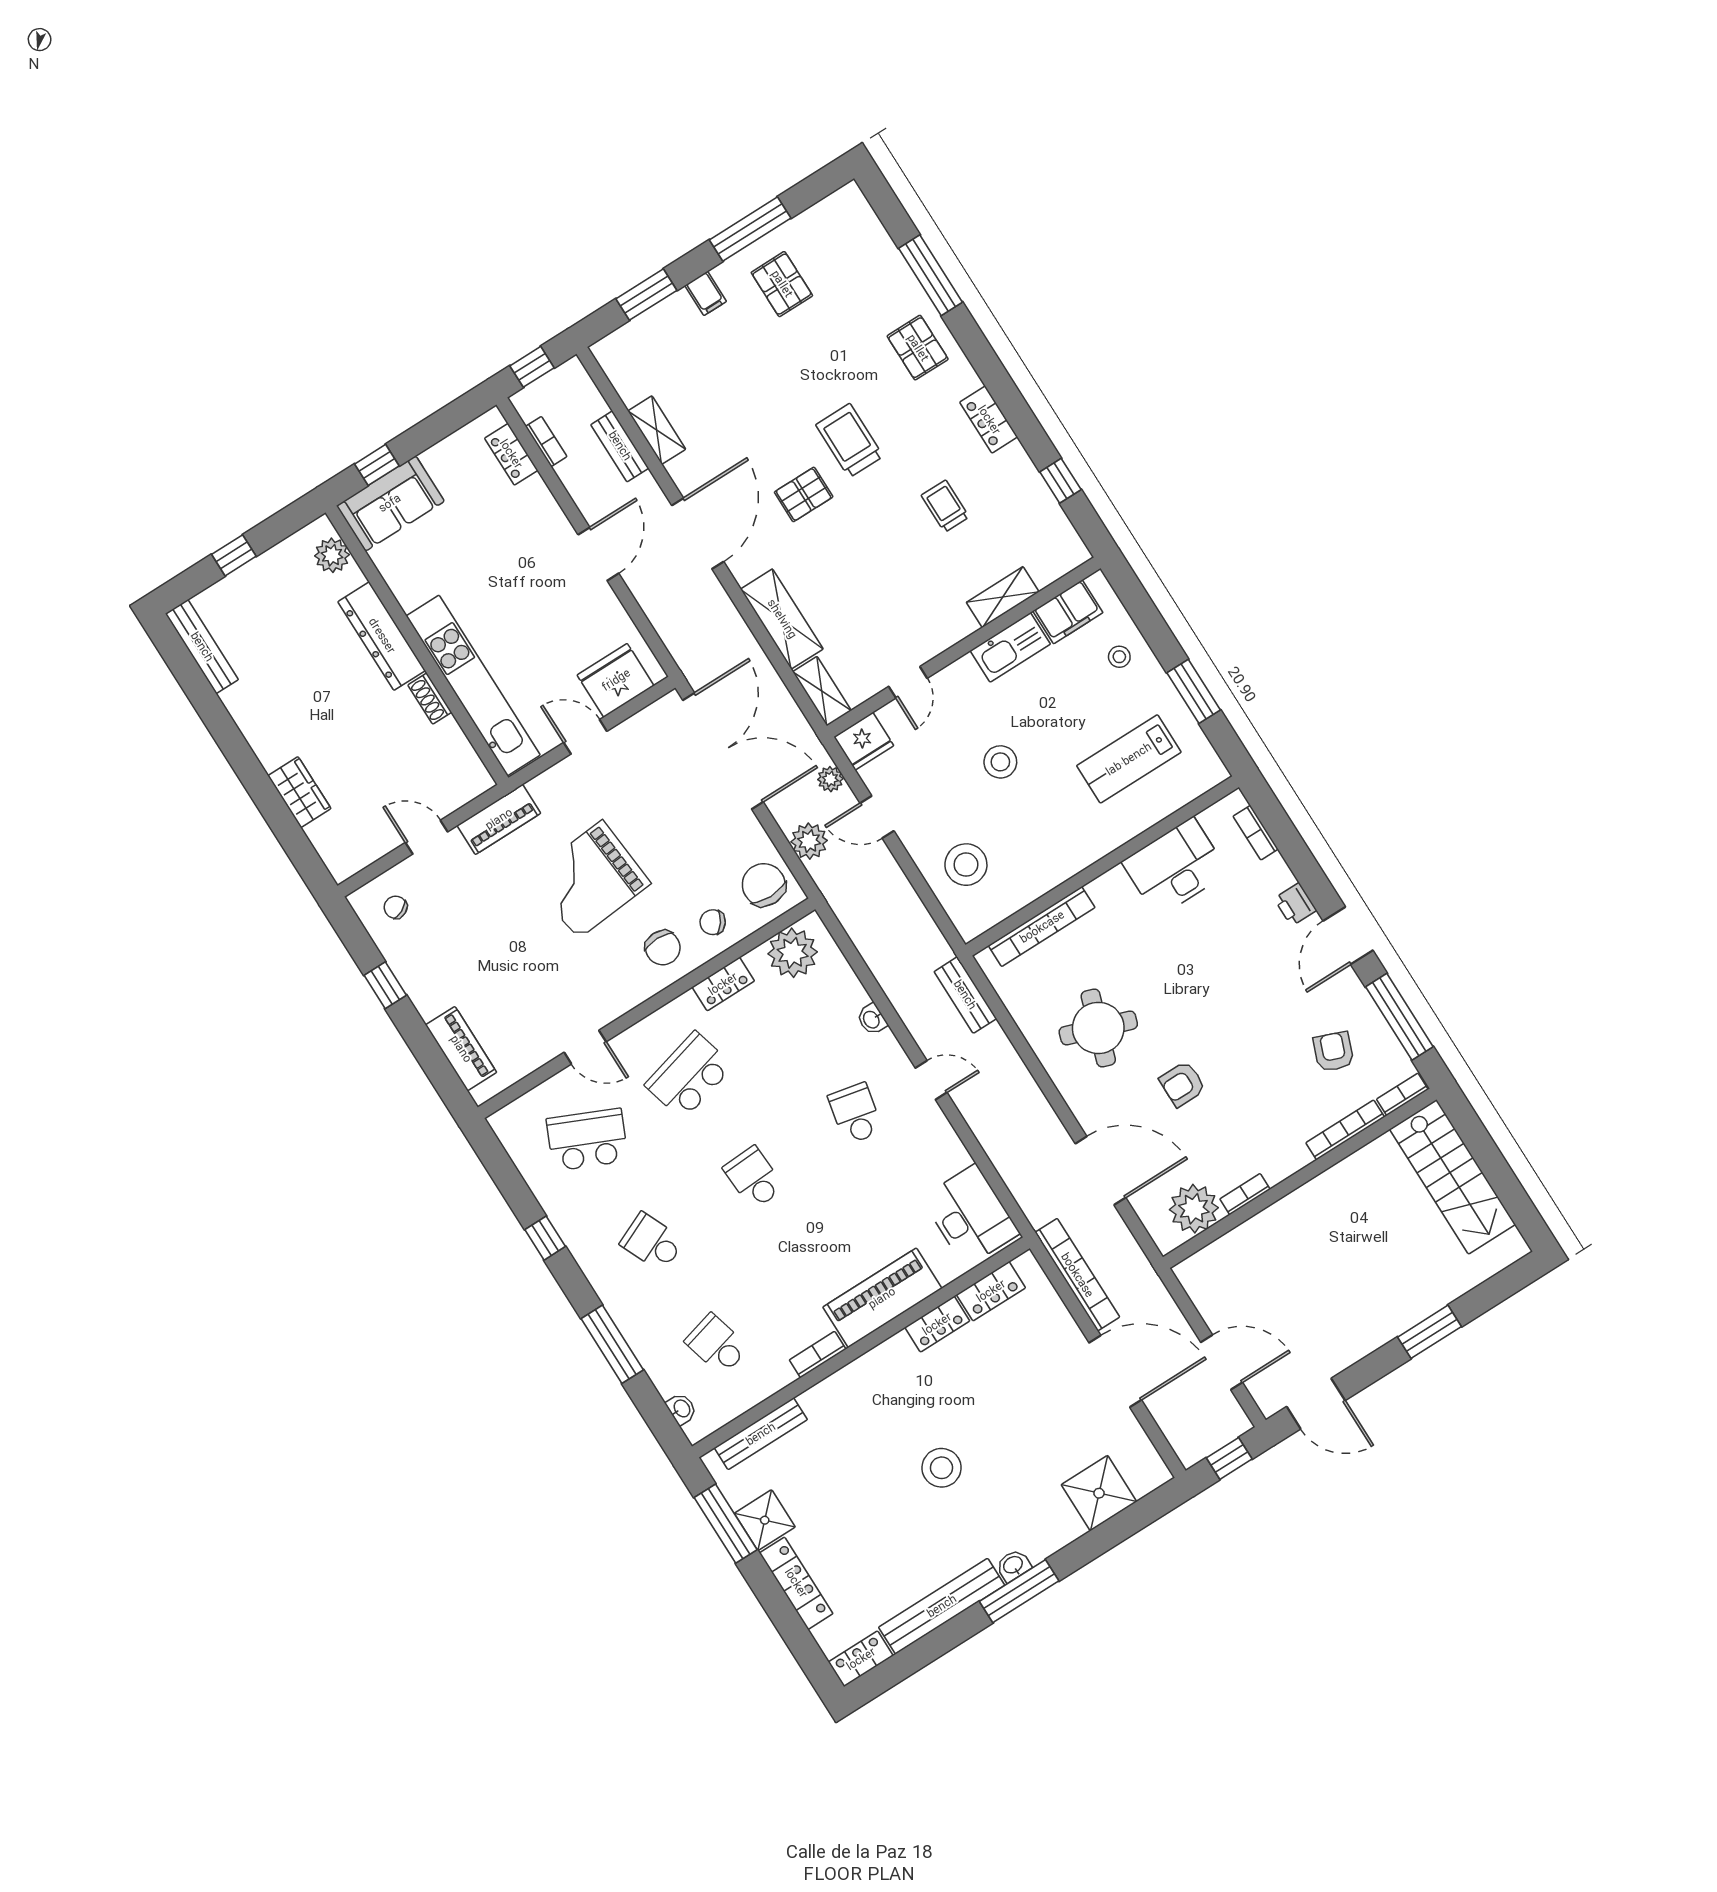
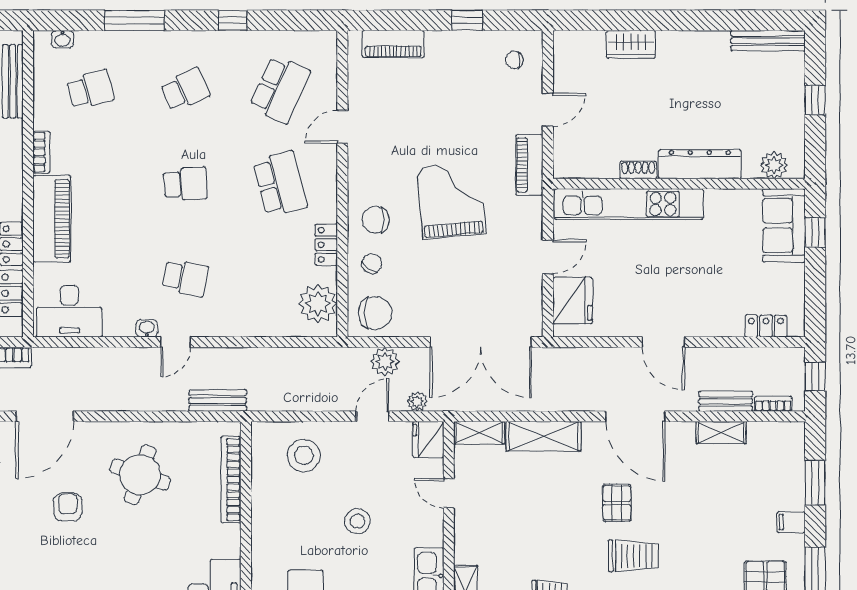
bookcase: (546, 441) -> (773, 404), moved, turned 180
chair: (396, 907) -> (514, 60), turned -153
washbasin: (872, 1019) -> (147, 328), moved

